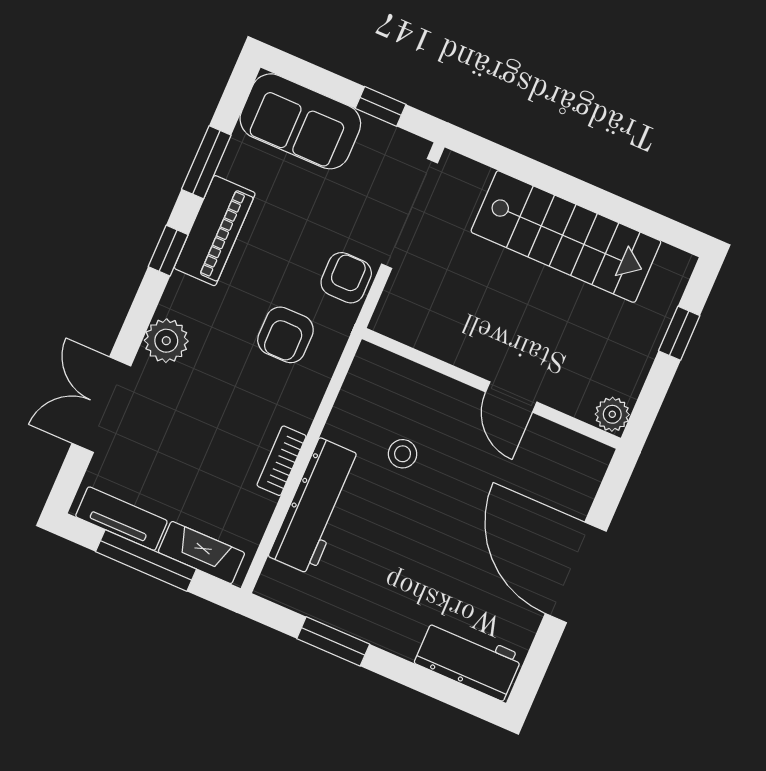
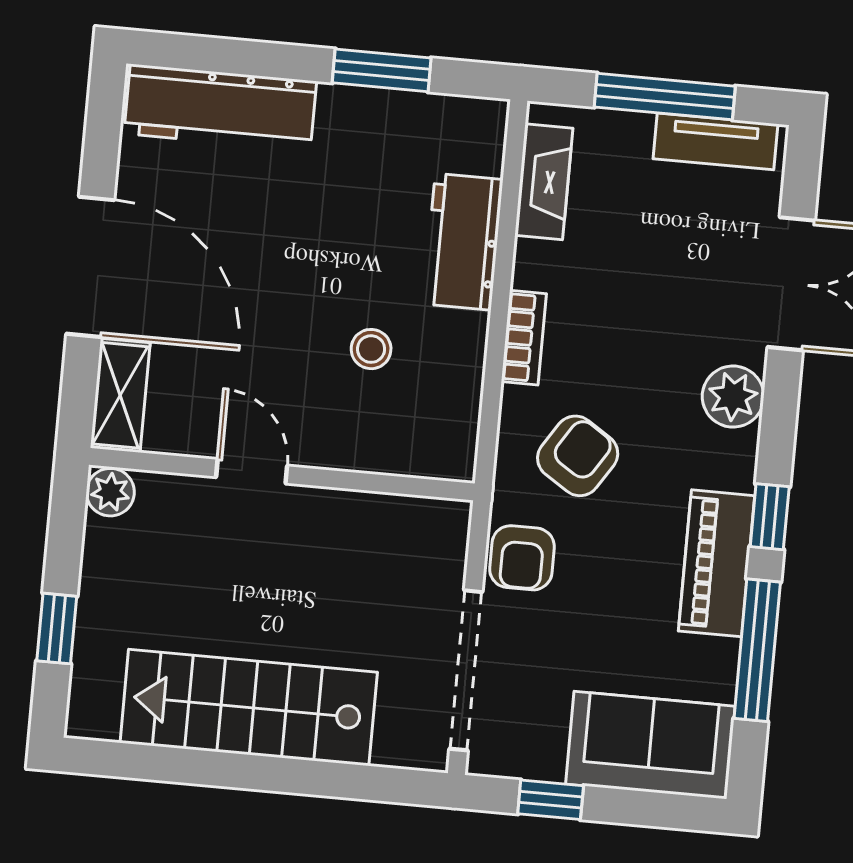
window: (206, 162) -> (757, 650), width x1.44
armchair: (285, 335) -> (578, 456), turned 33
bookcase: (282, 461) -> (524, 338), moved
shelving: (584, 478) -> (120, 395), added
workbench: (316, 506) -> (463, 242), width x0.73
fireplace: (201, 553) -> (544, 182), moved, turned -90
workbench: (468, 659) -> (220, 108), width x1.38

